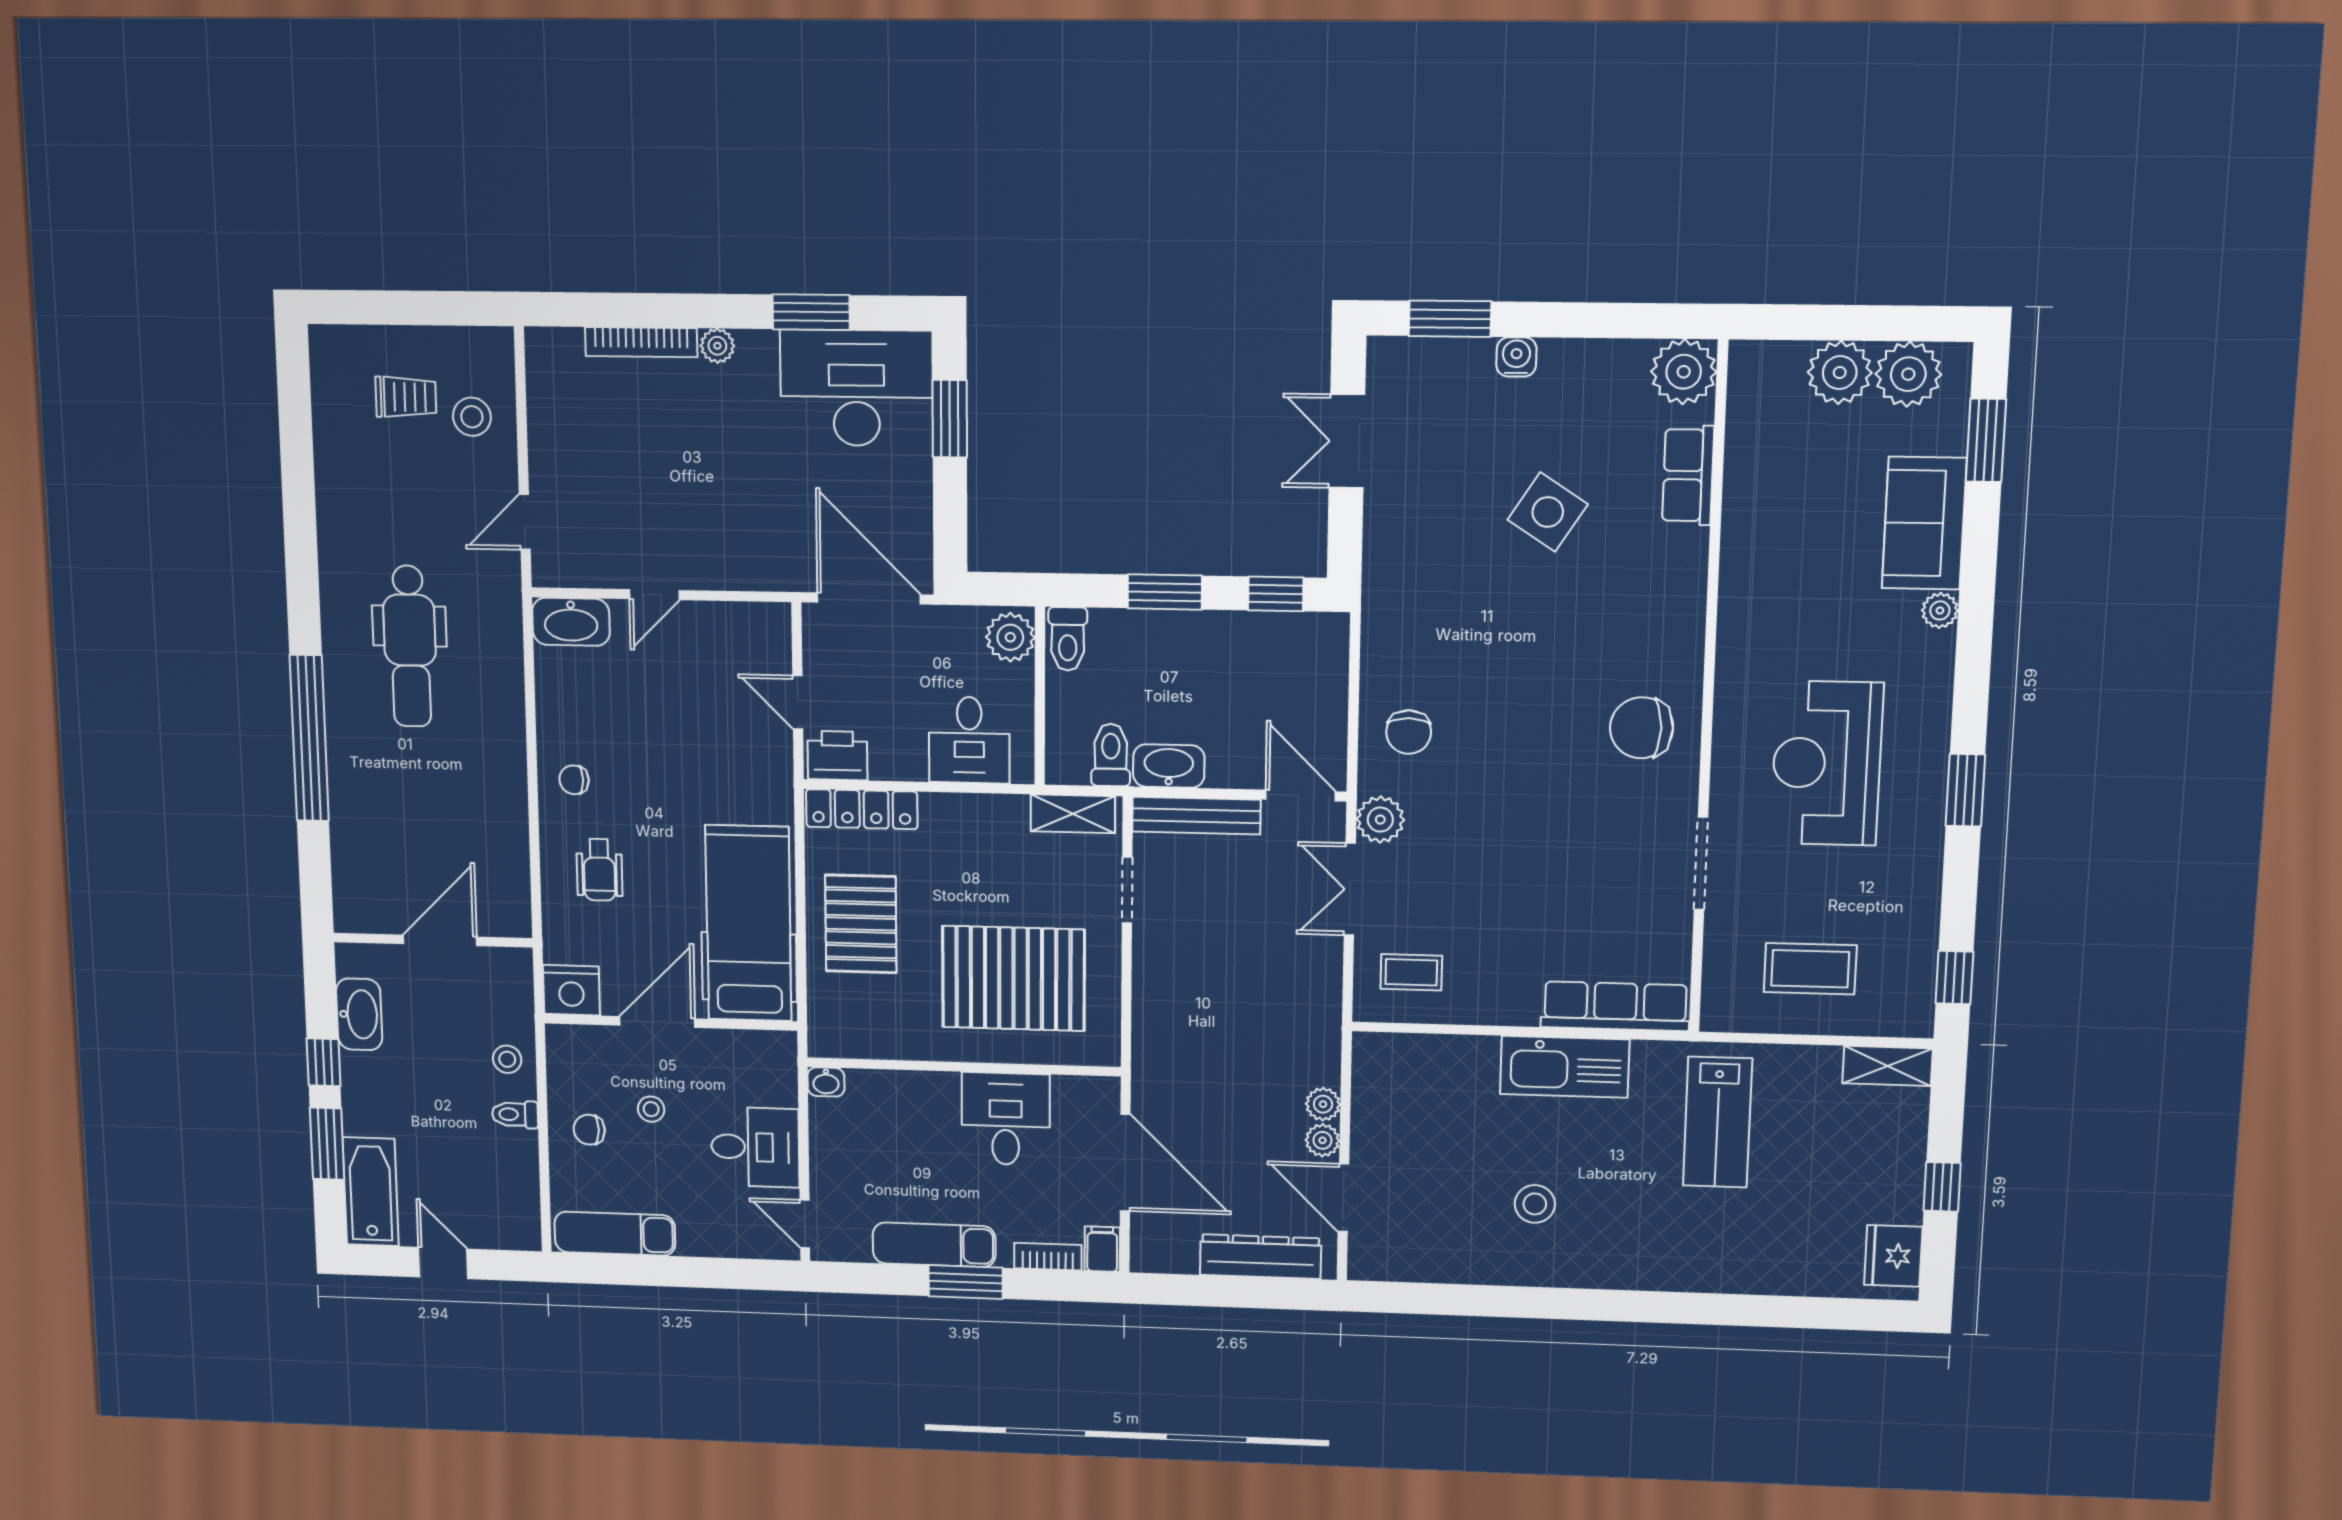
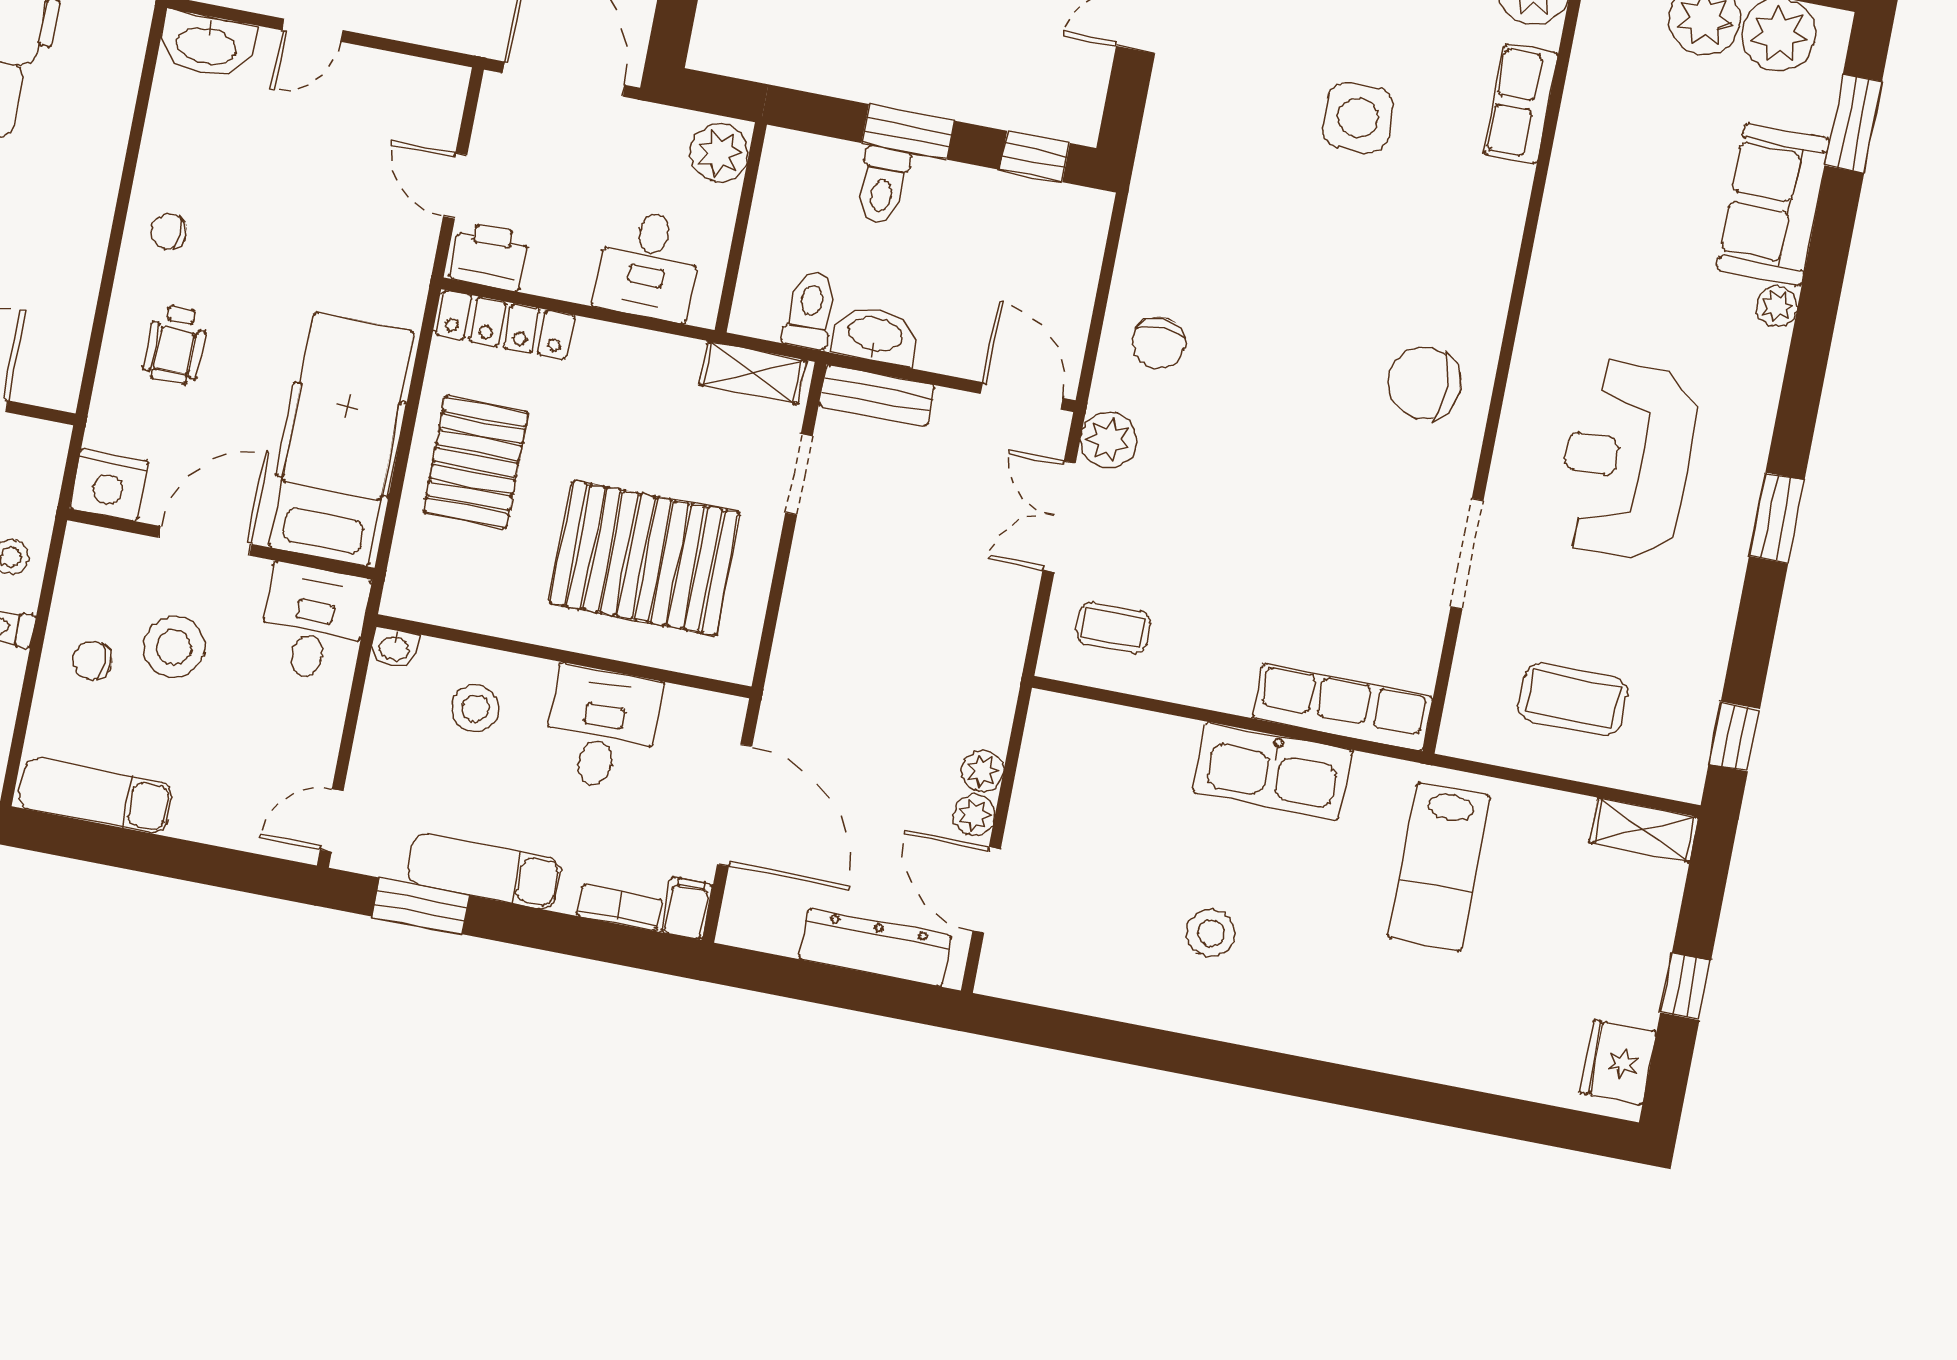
side table: (1548, 512) -> (1358, 117), turned -33
toilet: (1068, 639) -> (883, 185), moved
bench: (1196, 816) -> (877, 395), width x0.73
stool: (651, 1109) -> (174, 647), width x1.89, depth x1.89
stool: (901, 1119) -> (475, 708), added
desk: (755, 1147) -> (313, 623), moved, turned -90
door: (805, 1224) -> (332, 820), hinge flipped
window: (966, 1282) -> (421, 906), moved

